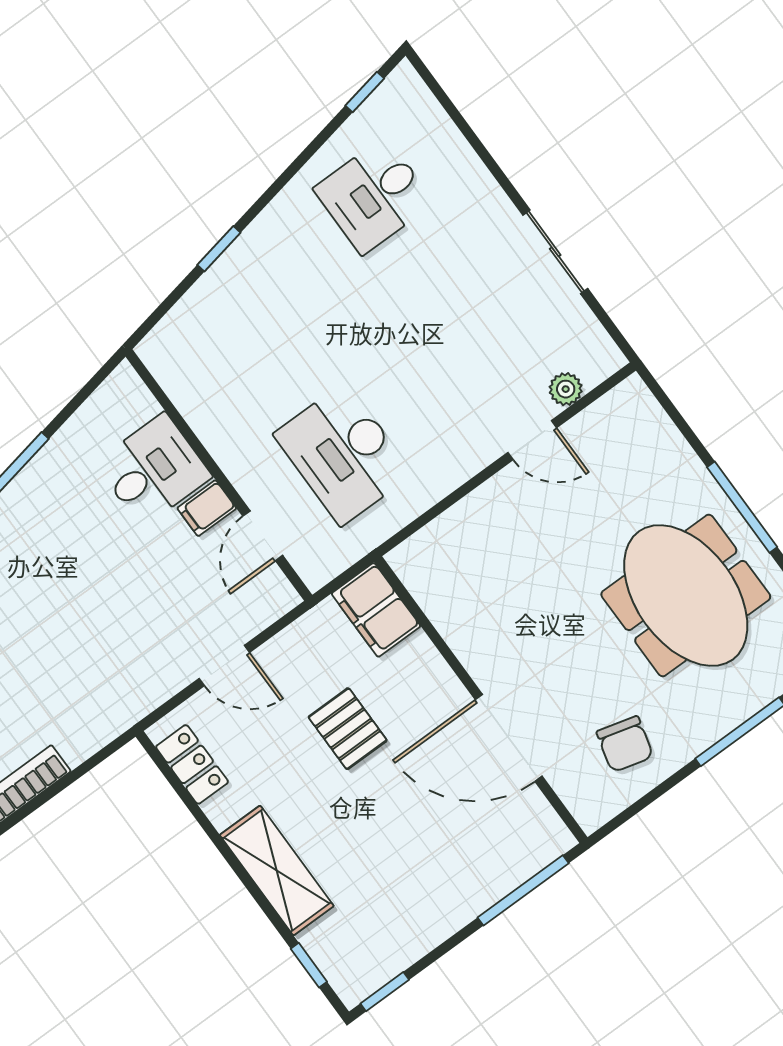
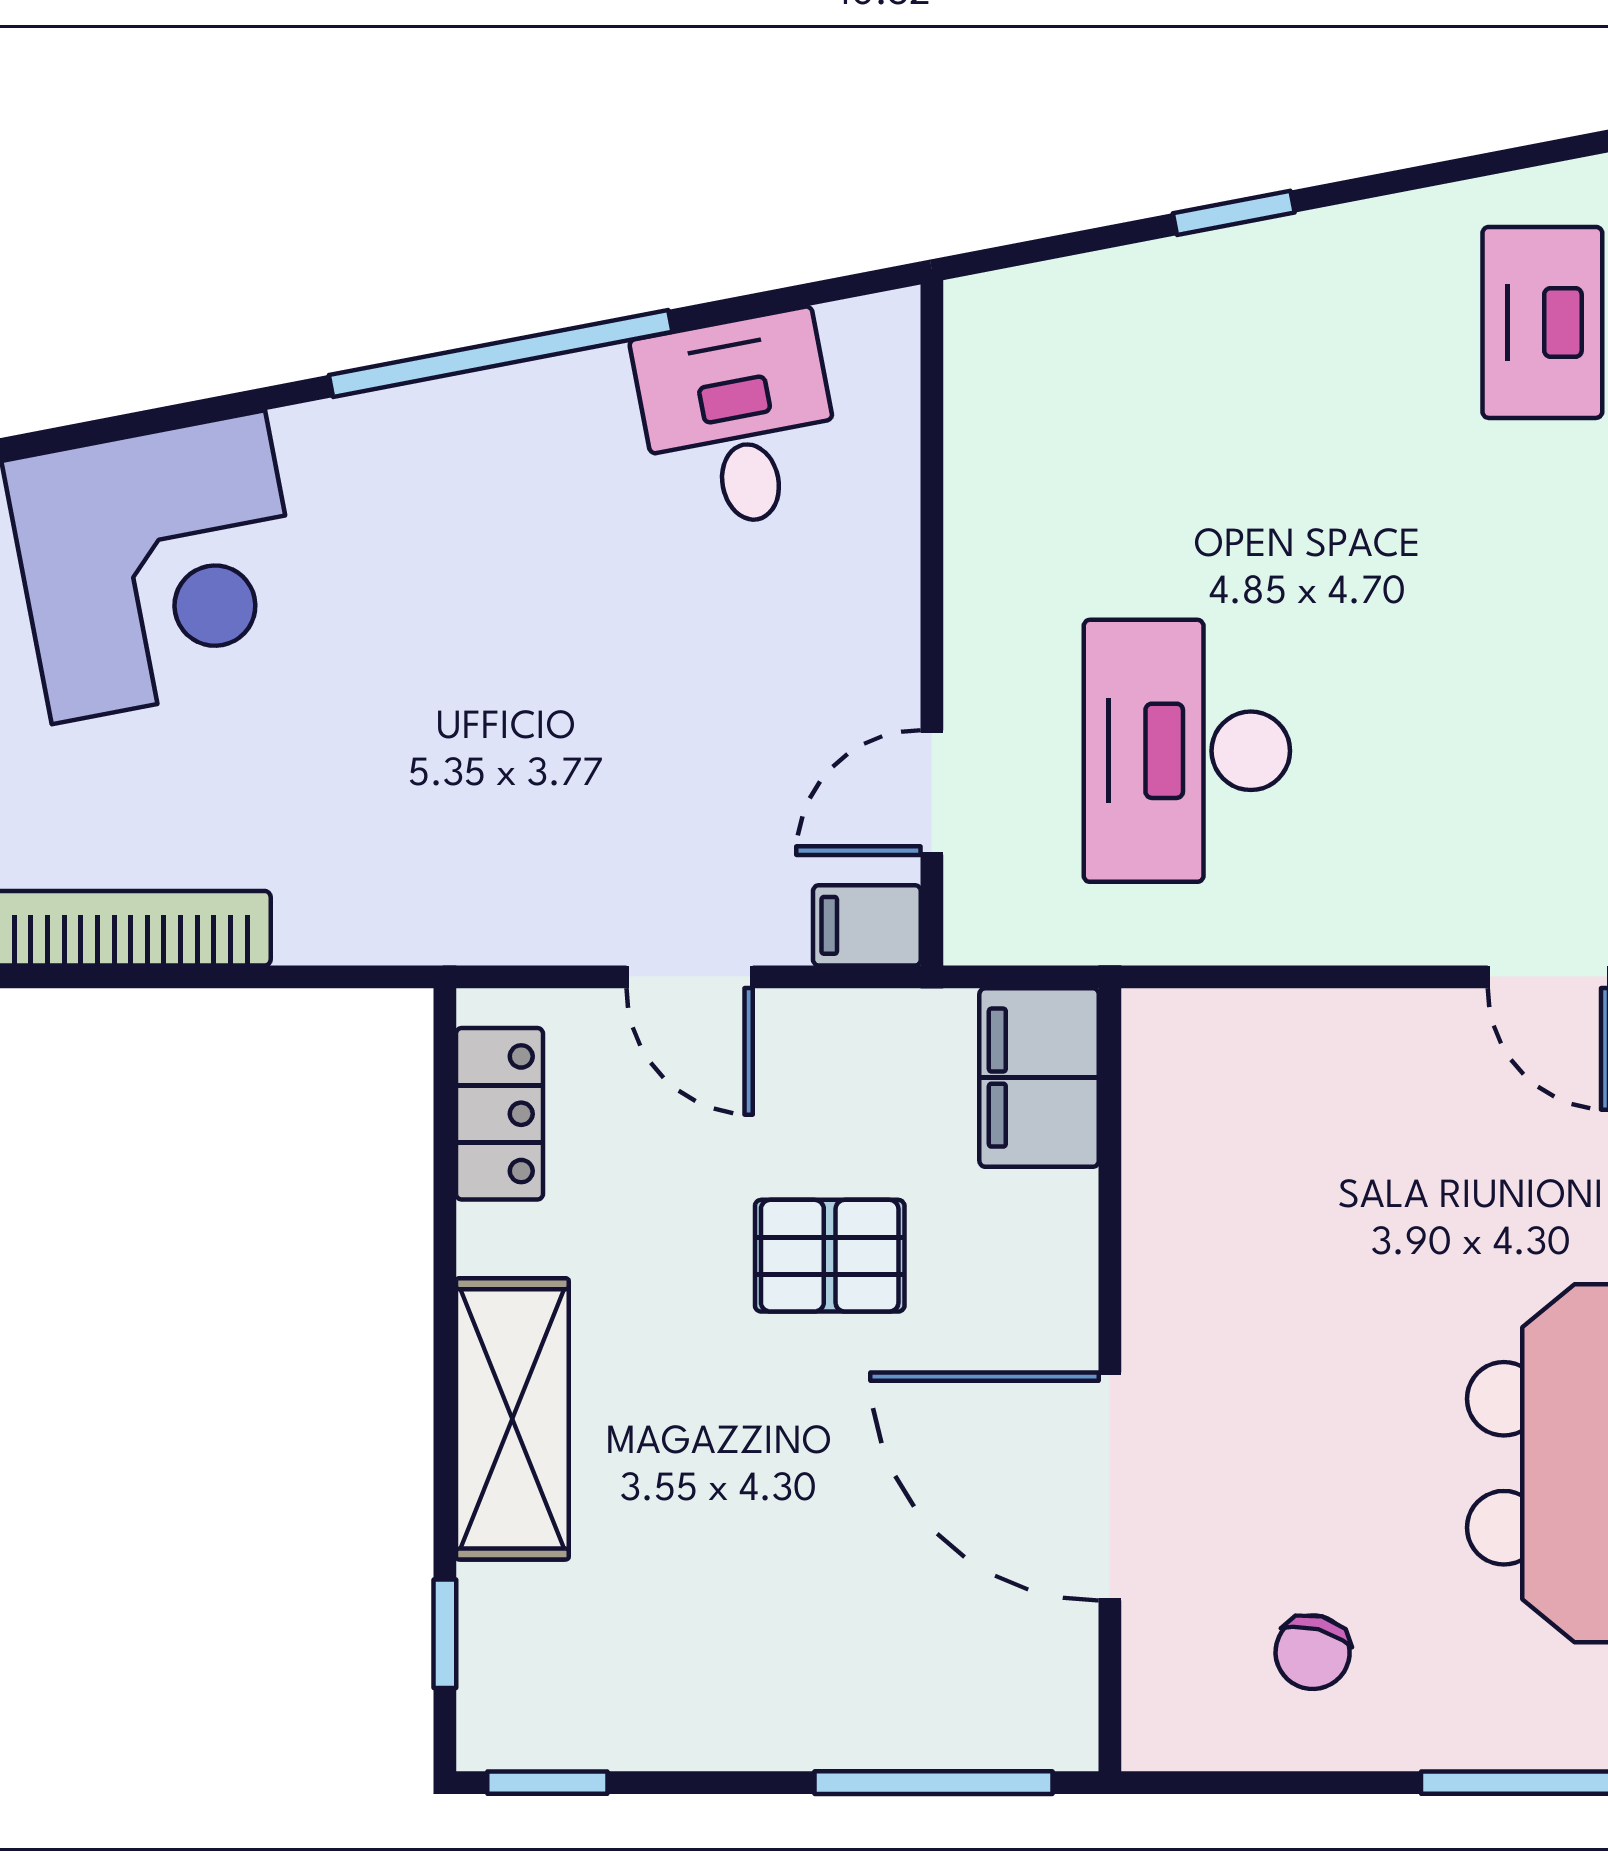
desk: (153, 470) -> (739, 421), moved, turned -101
filing cabinet: (207, 508) -> (867, 925), moved
pallet: (348, 729) -> (830, 1256), turned 90
chair: (625, 744) -> (1313, 1652), width x0.73, depth x0.73

